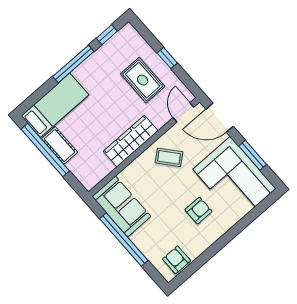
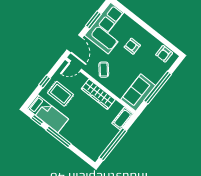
rug: (143, 80) -> (61, 94), turned 90
bed: (55, 105) -> (48, 114), moved, turned 180
cot: (60, 145) -> (122, 119), moved

